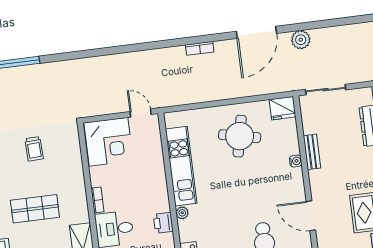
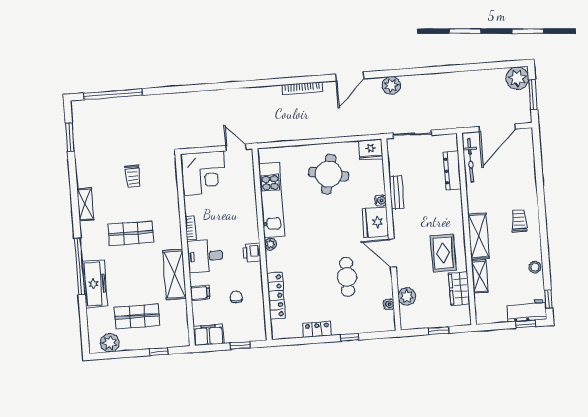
door: (256, 32) -> (350, 76), width x0.73
bookcase: (200, 48) -> (302, 88), width x1.56
fridge: (291, 184) -> (375, 222), added

